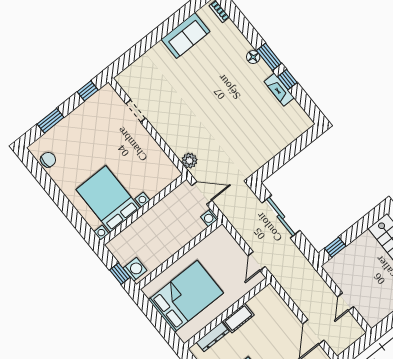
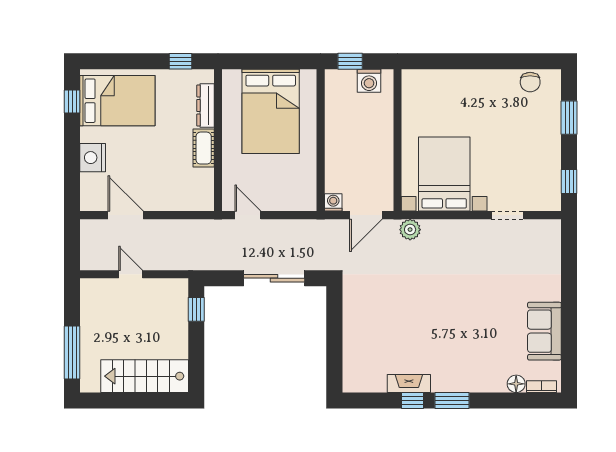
floor lamp: (253, 57) -> (516, 384), moved
bed with nightstands: (108, 199) -> (444, 174), moved, turned -90
washing machine: (135, 269) -> (369, 81), moved

